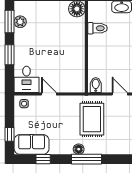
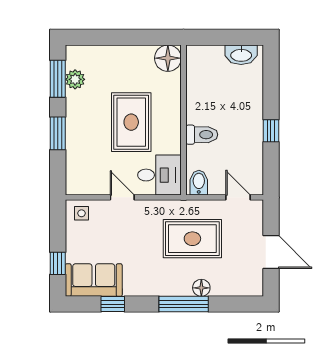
toilet: (98, 28) -> (202, 135), moved
rug: (54, 48) -> (131, 122), added
desk: (26, 79) -> (159, 175), moved, turned -90
rug: (92, 119) -> (192, 239), turned 90
floor lamp: (79, 149) -> (201, 288), moved

